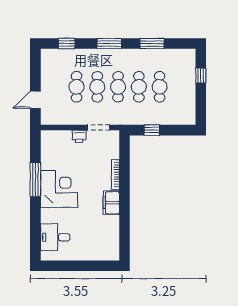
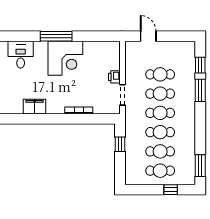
window: (109, 44) -> (200, 90), moved
window: (152, 44) -> (200, 166), moved
cafe table: (180, 87) -> (160, 171), added
window: (35, 179) -> (56, 36), moved
filing cabinet: (111, 203) -> (35, 107), moved

